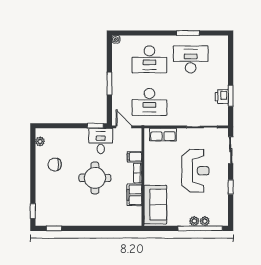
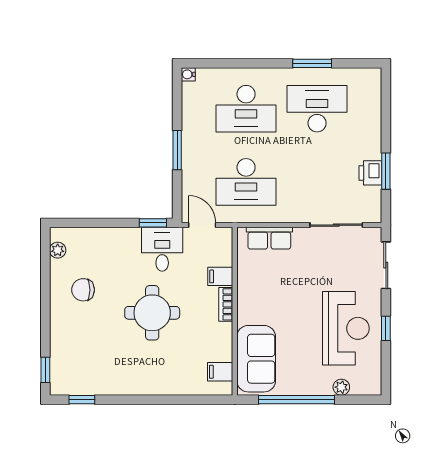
reception desk: (195, 171) -> (346, 328), moved
filing cabinet: (134, 195) -> (220, 372), moved, width x0.50
plant: (194, 221) -> (323, 387), removed
window: (200, 228) -> (297, 400), moved

